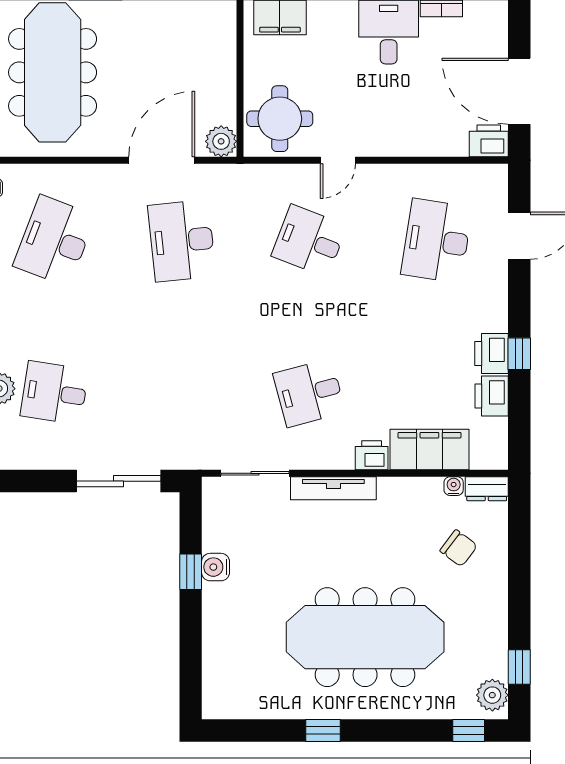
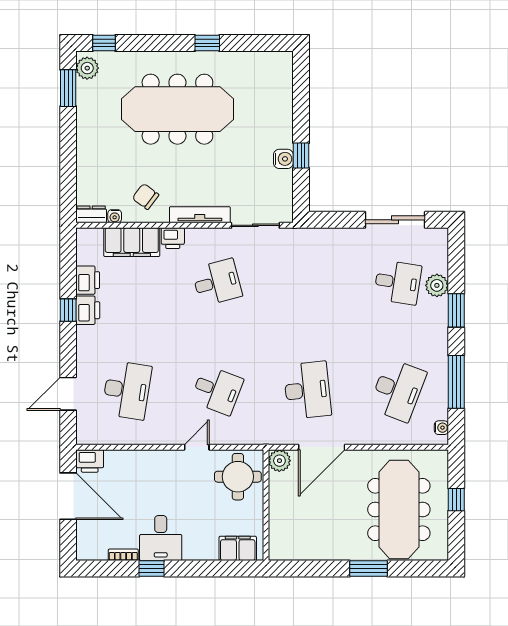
sliding door: (119, 481) -> (395, 220), moved
chair: (459, 548) -> (146, 196), moved
window: (519, 667) -> (68, 88), width x1.50

